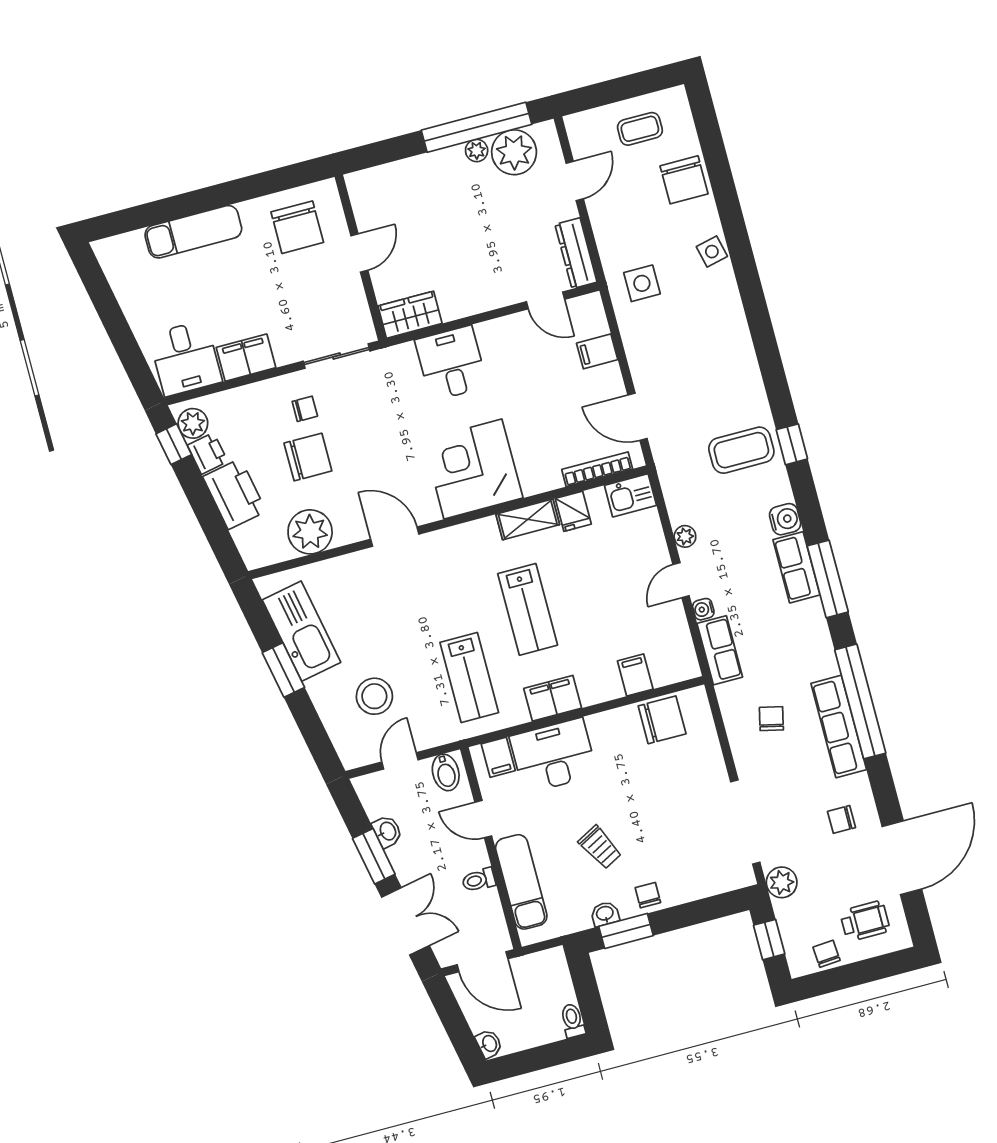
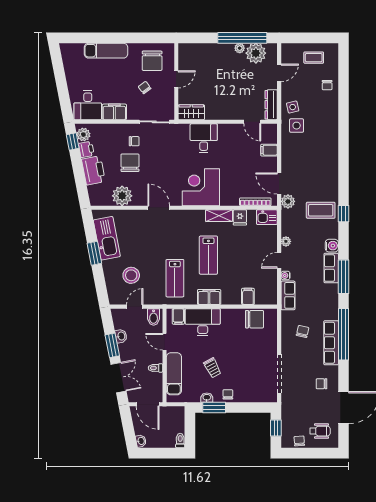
chair: (684, 180) -> (327, 85), width x0.54, depth x0.54
side table: (712, 252) -> (293, 107), moved
chair: (297, 289) -> (145, 88), added
chair: (308, 457) -> (130, 163), turned -90
plant: (782, 882) -> (288, 201), moved

